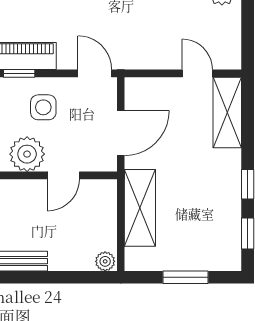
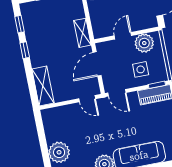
door: (197, 73) -> (87, 99), moved
shelving: (140, 208) -> (82, 33), width x0.67, depth x0.75

